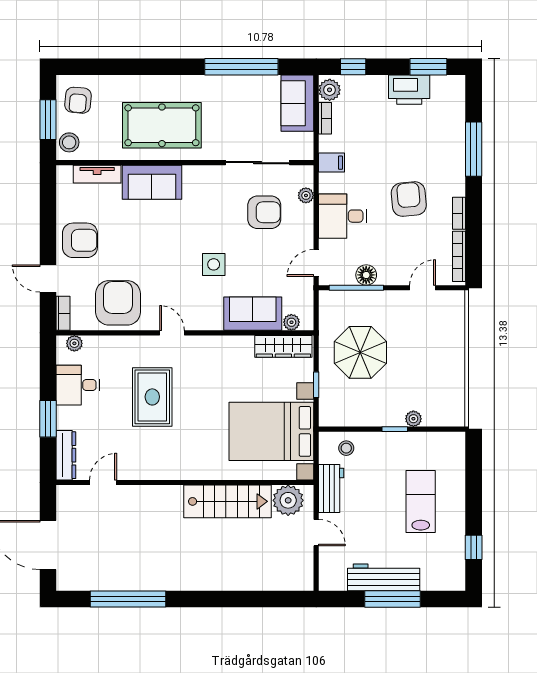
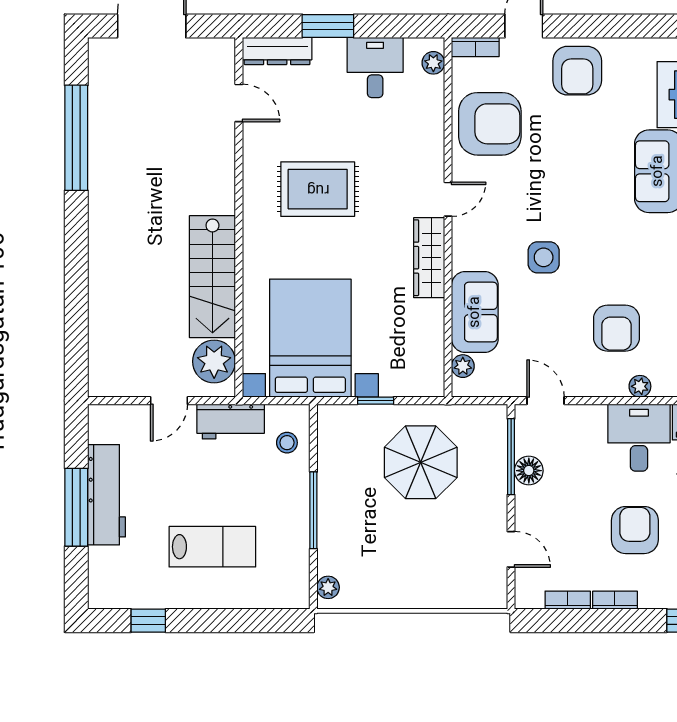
armchair: (409, 199) -> (635, 530), turned -85
desk: (343, 216) -> (639, 438), moved
bookcase: (459, 256) -> (568, 600), width x0.64
wardrobe: (283, 346) -> (429, 258), moved
rug: (152, 397) -> (318, 189), moved
plant: (413, 419) -> (328, 587), moved
window: (395, 429) -> (313, 510), width x2.17

